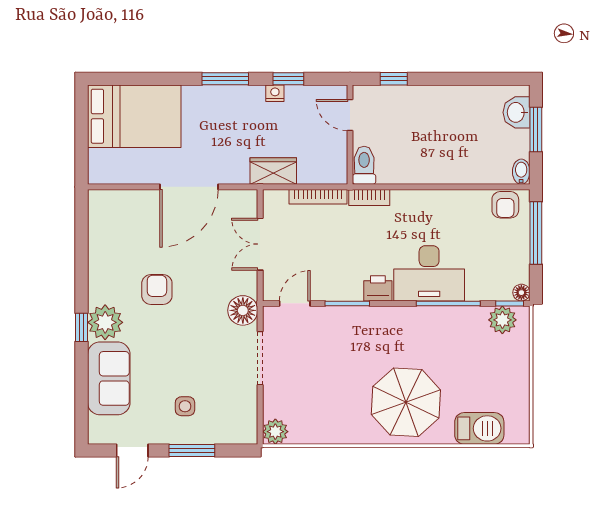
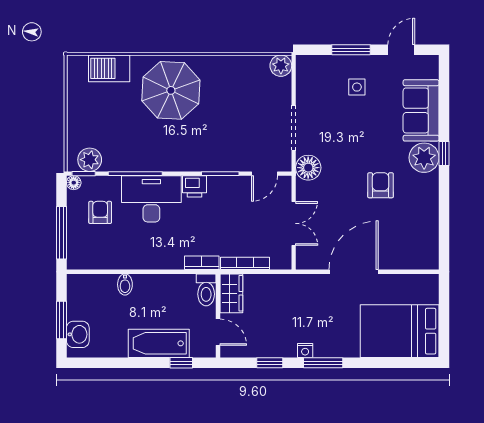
nightstand: (275, 93) -> (305, 350), moved
bathtub: (420, 102) -> (159, 343), added
wardrobe: (273, 171) -> (231, 293), moved, turned -90
bidet: (521, 172) -> (125, 284), moved
armchair: (505, 205) -> (100, 212), moved
armchair: (157, 289) -> (381, 185), turned 180

